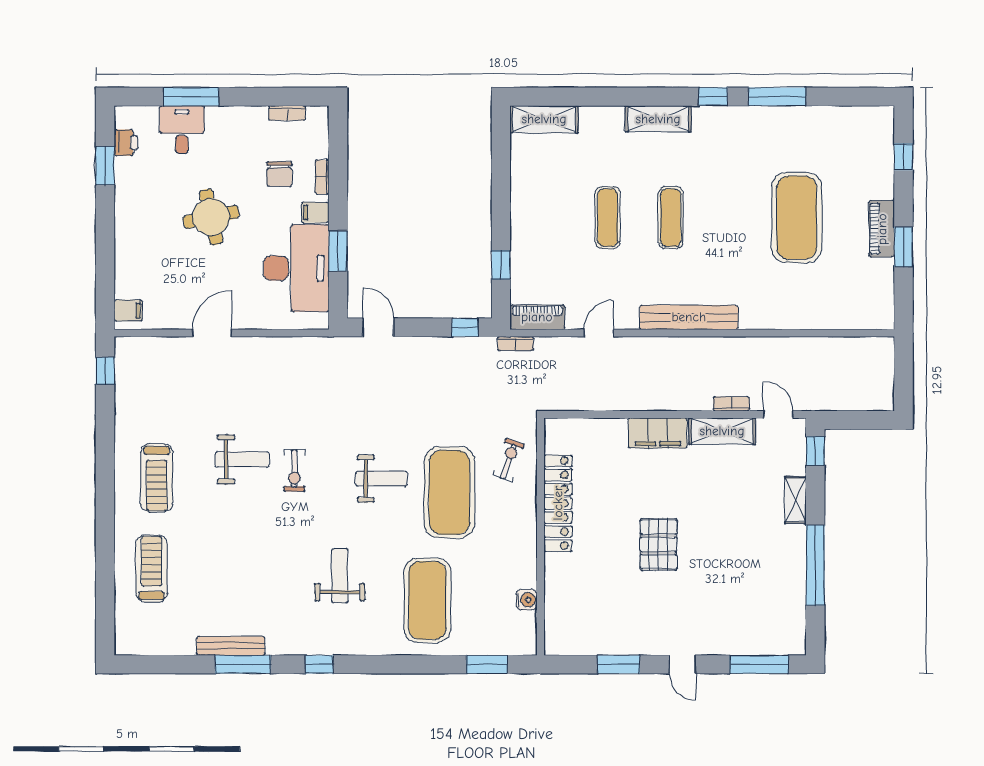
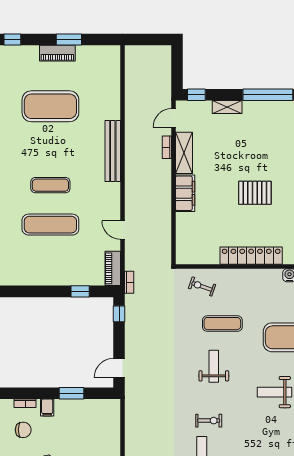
exercise mat: (608, 218) -> (50, 225), width x1.36, depth x1.45
desk: (296, 268) -> (82, 419), removed
bench: (689, 317) -> (113, 151), moved
exercise mat: (449, 492) -> (222, 324), width x0.50, depth x0.69
locker: (558, 503) -> (251, 256), moved

